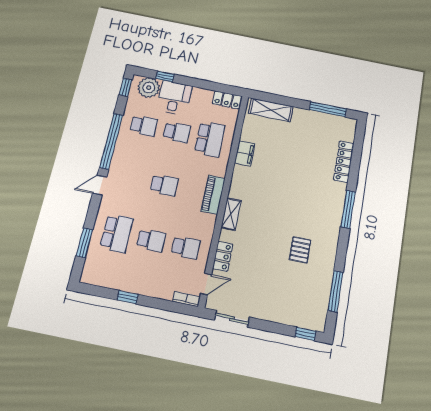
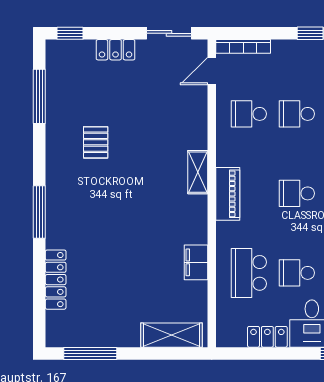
locker: (227, 100) -> (267, 337), moved
locker: (223, 256) -> (116, 50), moved, turned -90
bookcase: (186, 299) -> (243, 46), width x1.56

